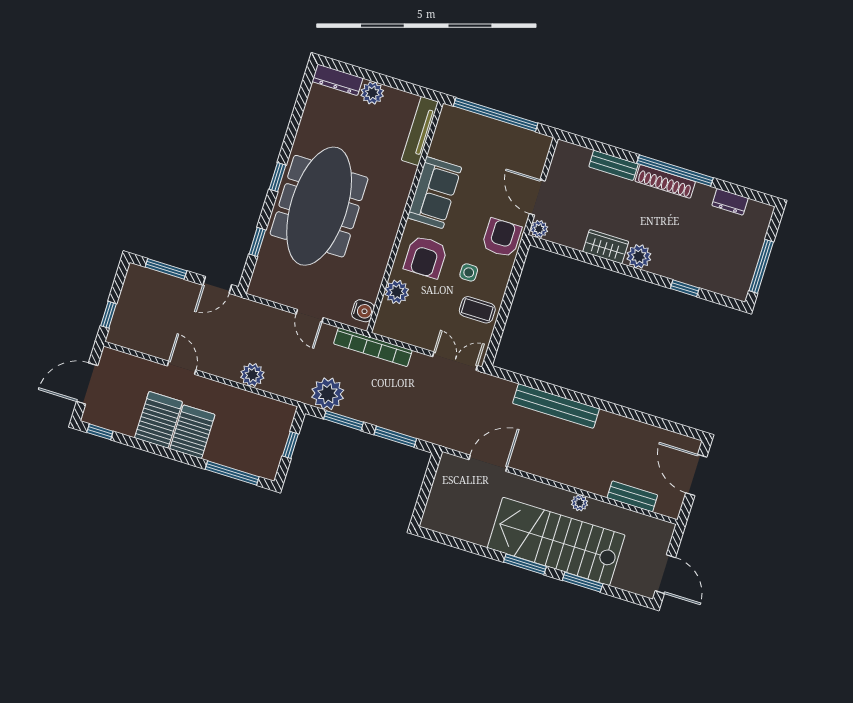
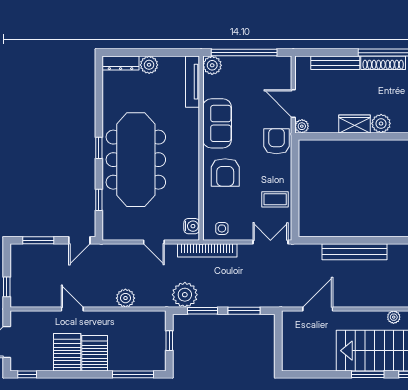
bench: (614, 165) -> (335, 63), width x1.36
side table: (469, 272) -> (222, 228), moved
plant: (397, 292) -> (212, 65), moved

